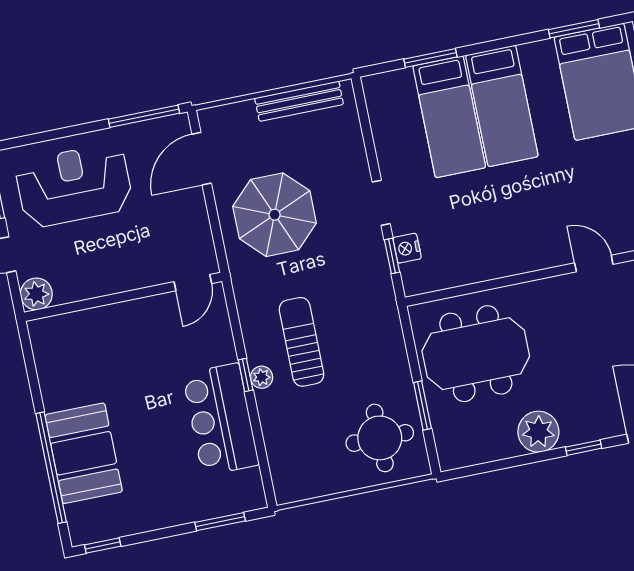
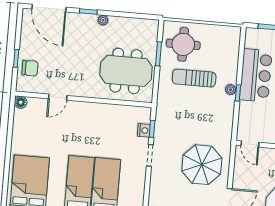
door: (594, 264) -> (58, 97), hinge flipped
door: (193, 283) -> (250, 144), swing flipped
sun lounger: (302, 342) -> (194, 78), moved, turned 90
plant: (538, 432) -> (103, 20), width x0.53, depth x0.53

